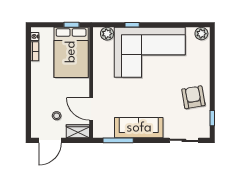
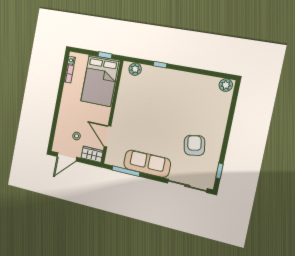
corner sofa: (150, 52) -> (171, 94), removed
armchair: (193, 97) -> (194, 145), moved
sliding door: (184, 140) -> (187, 186), width x1.37

